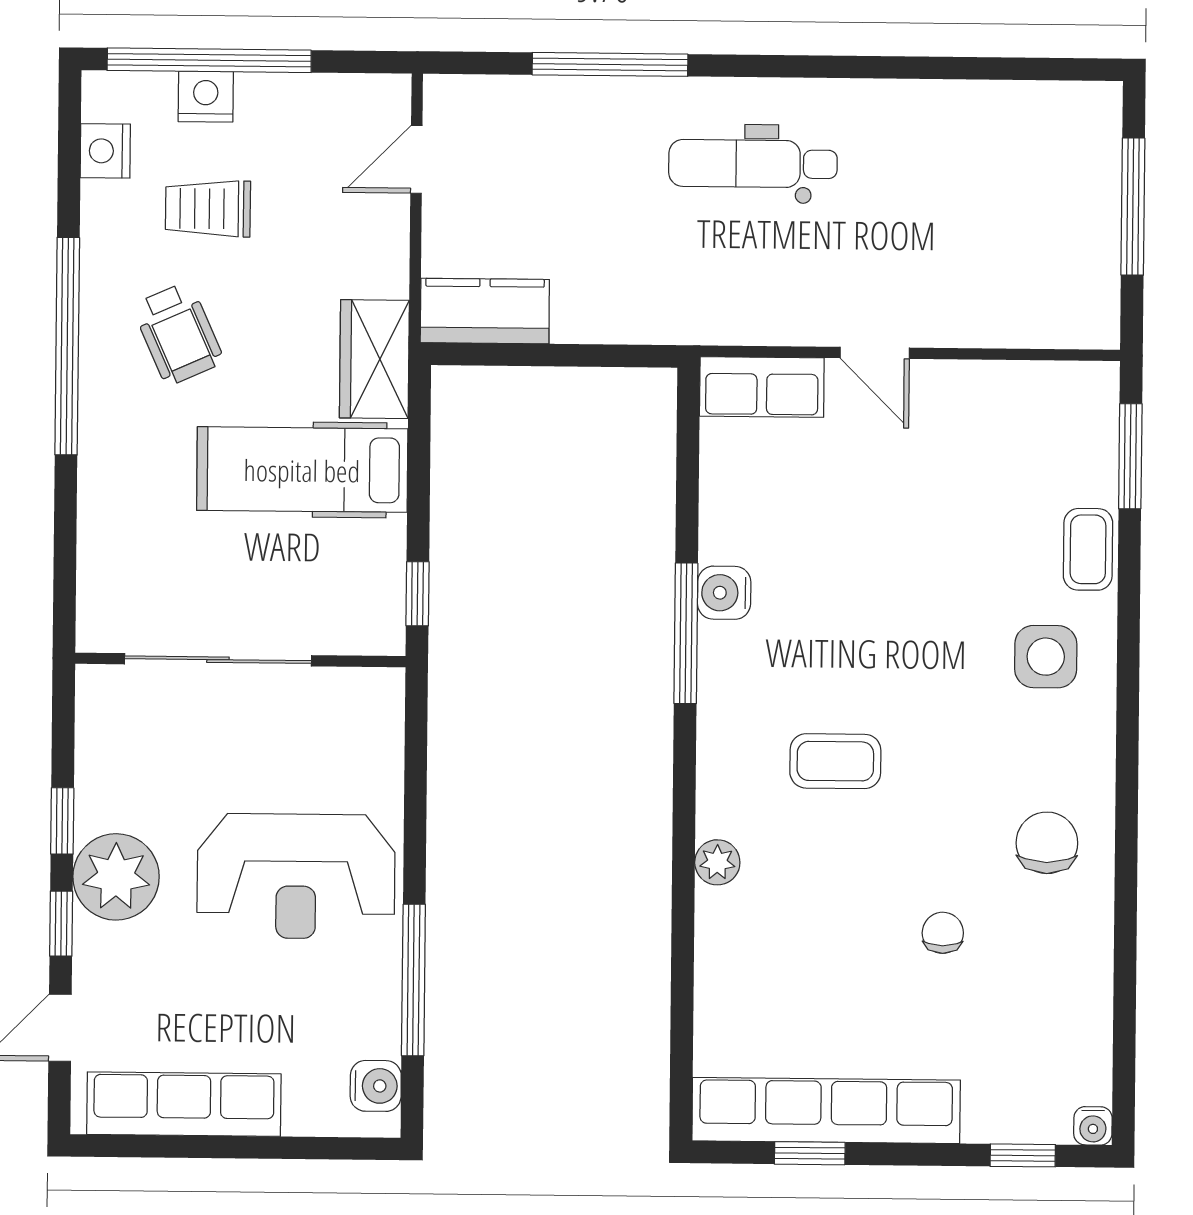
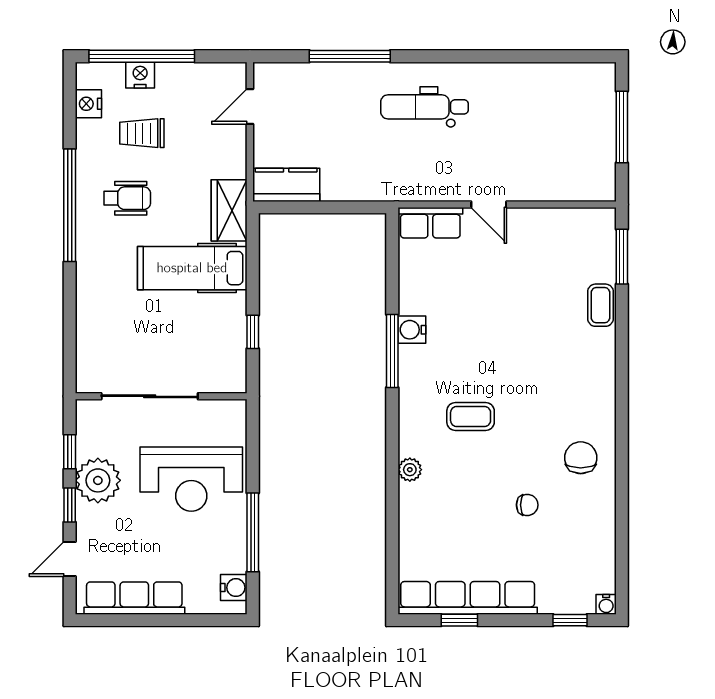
wheelchair: (178, 334) -> (127, 198), turned -66
side table: (1046, 657) -> (579, 361), removed
sliding door: (218, 660) -> (150, 396), moved
wall: (240, 660) -> (161, 396), moved
chair: (943, 933) -> (527, 505), turned 90

